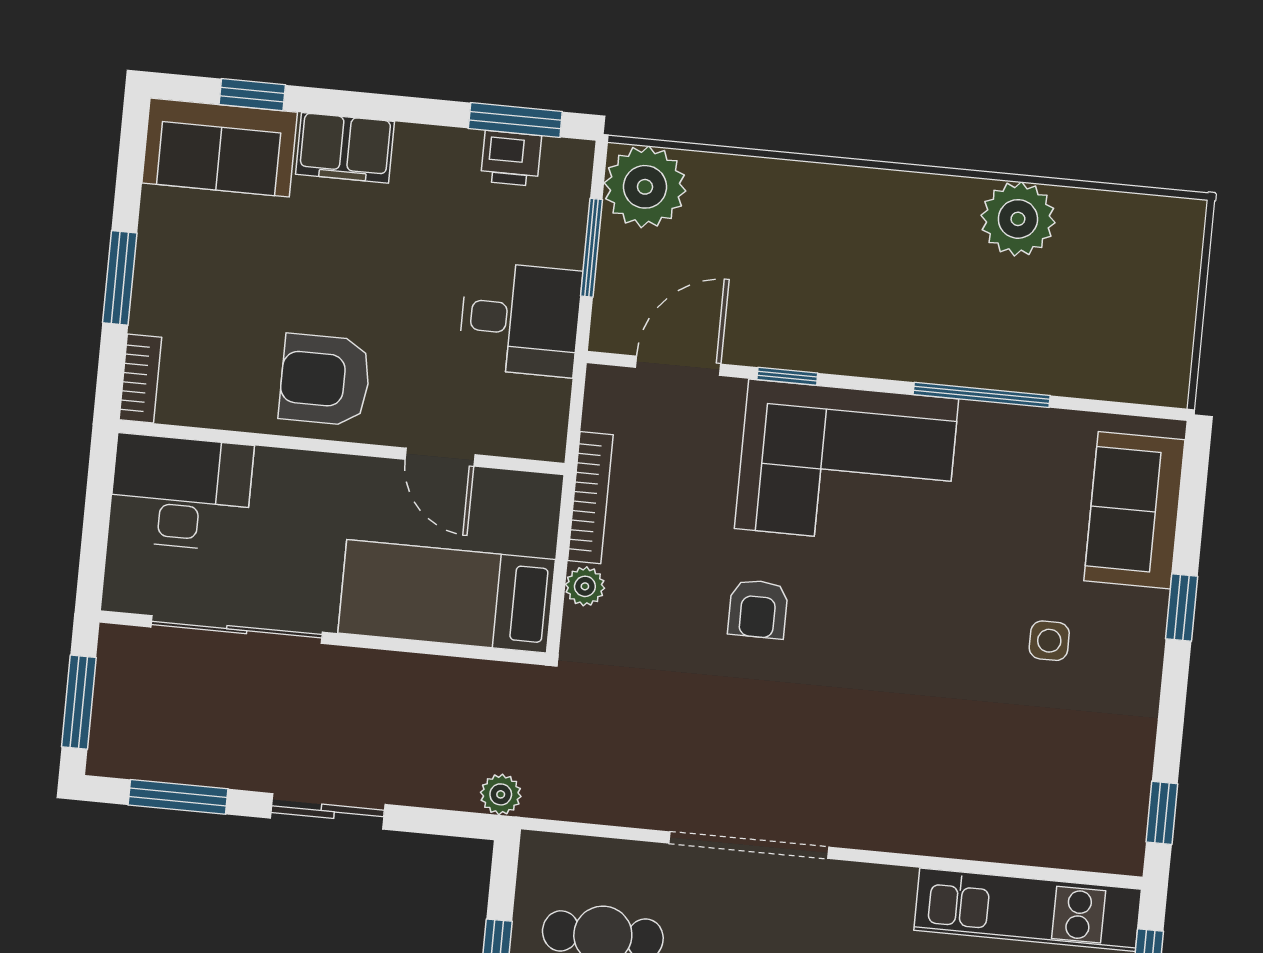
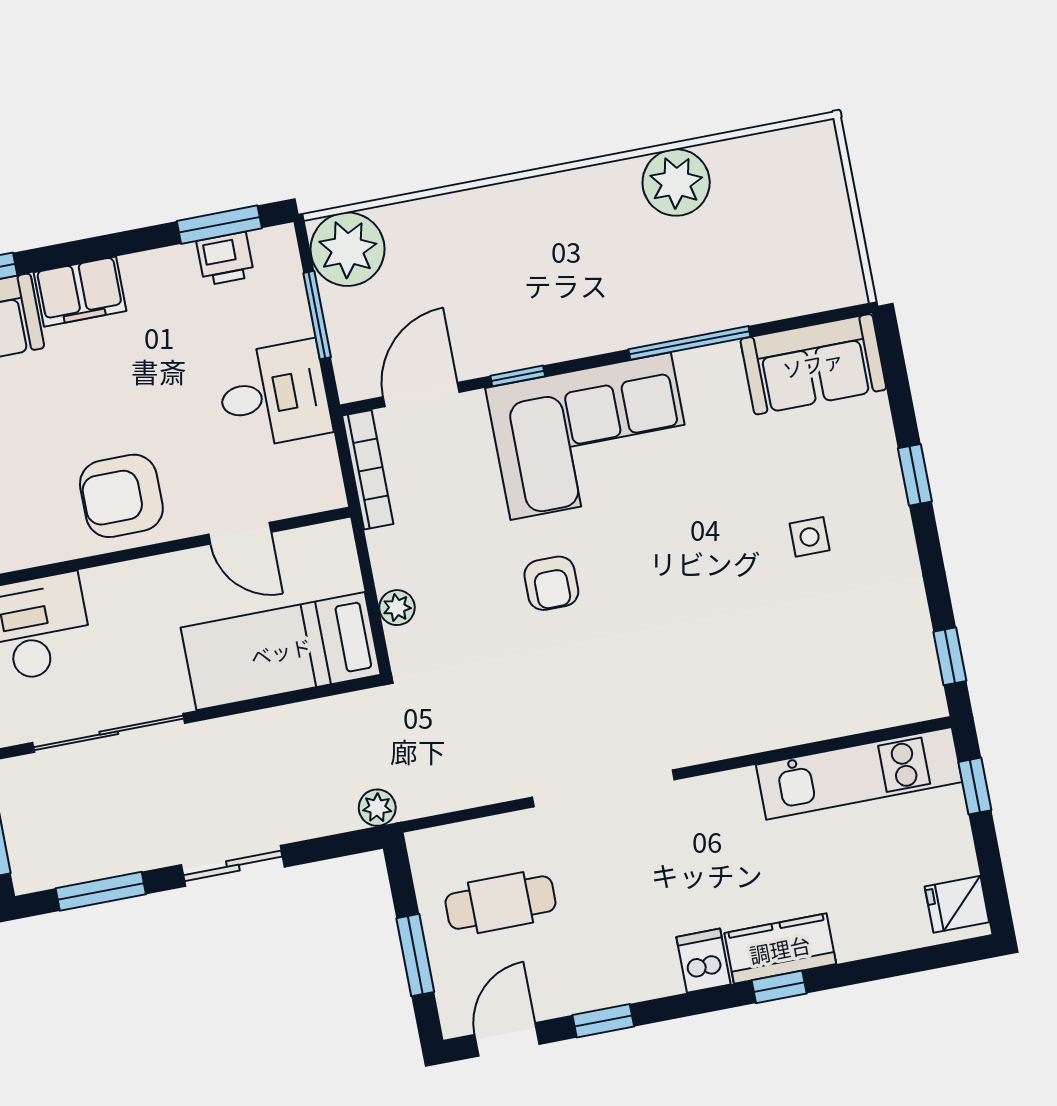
bookcase: (590, 498) -> (368, 470), moved
sofa: (1134, 510) -> (813, 364), moved, turned -90

